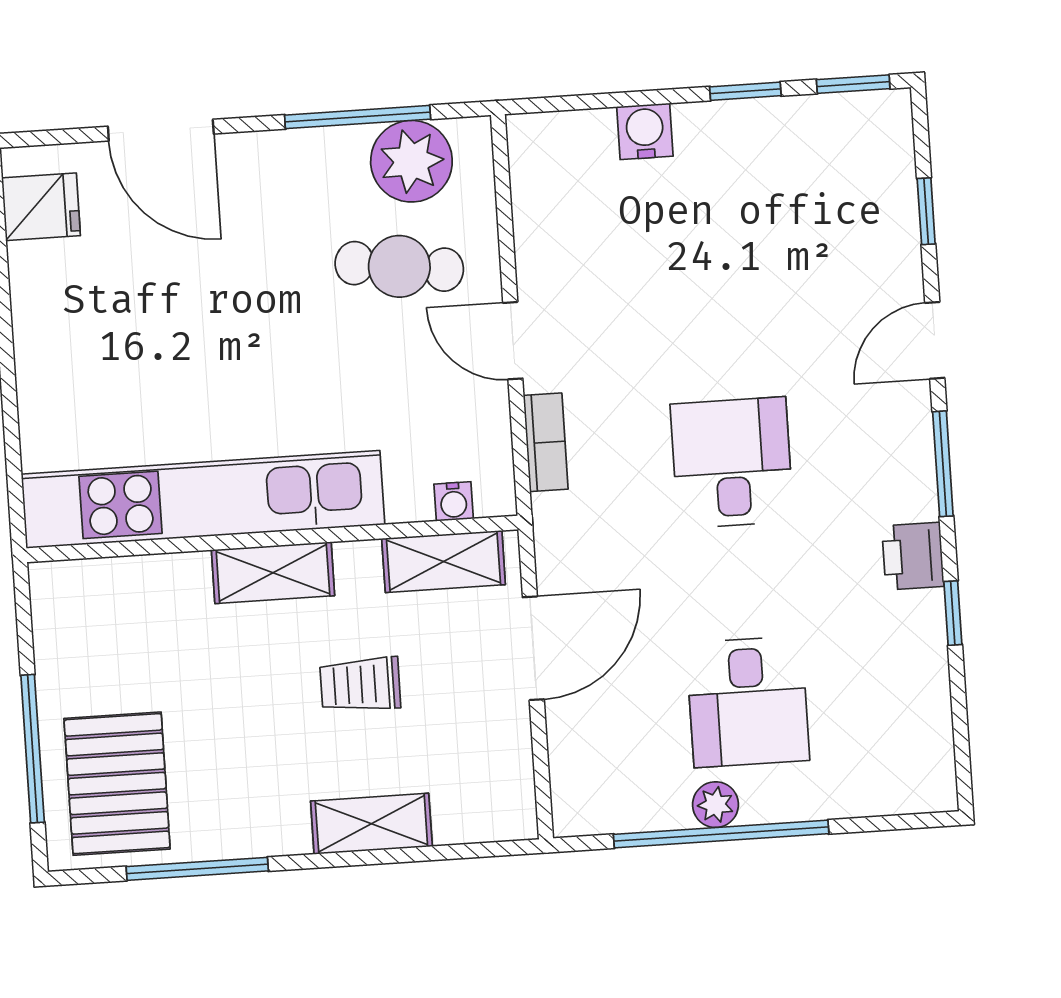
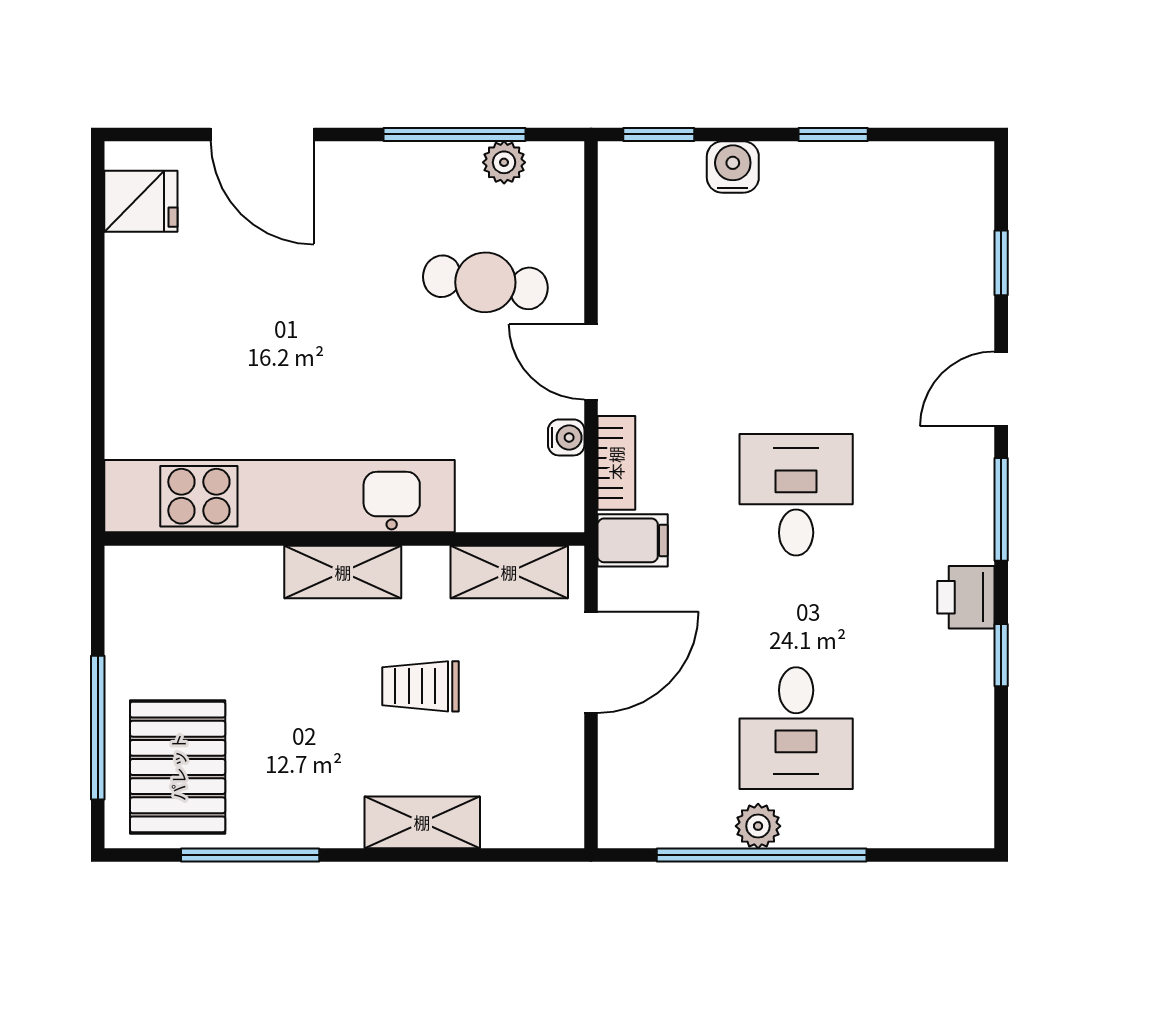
window: (853, 84) -> (659, 134), moved
plant: (411, 161) -> (504, 162), width x0.53, depth x0.53
water cooler: (454, 501) -> (566, 437), moved, turned -90
filing cabinet: (568, 521) -> (633, 540), added

